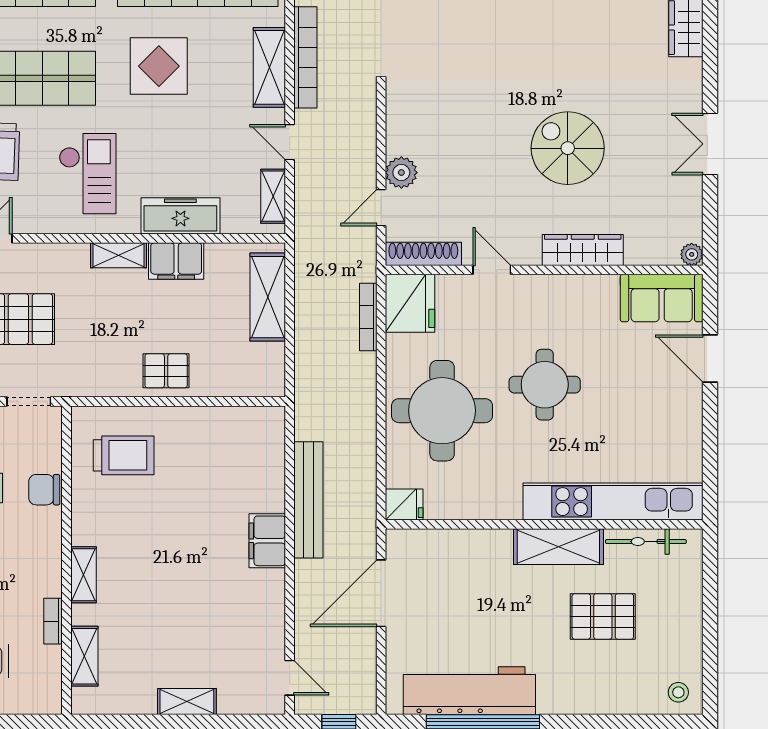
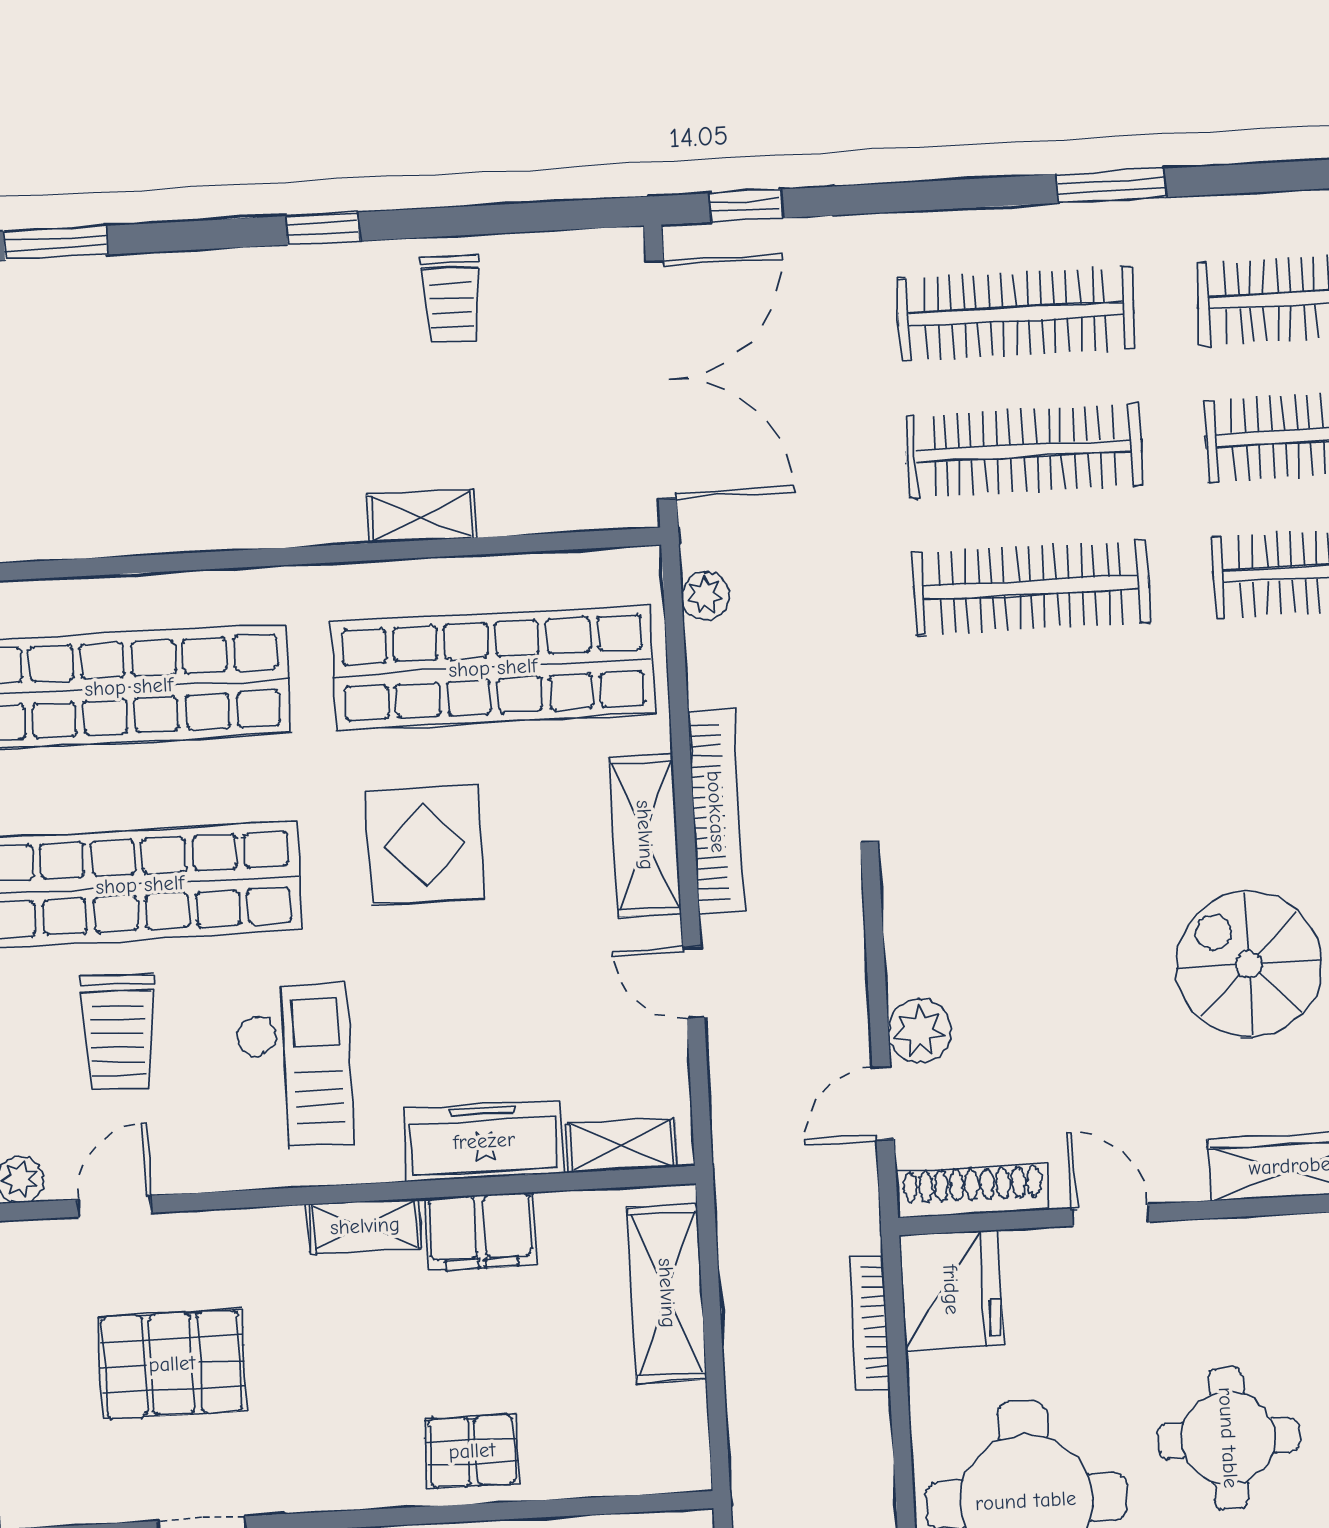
shelving: (273, 196) -> (622, 1146), moved, turned 90

